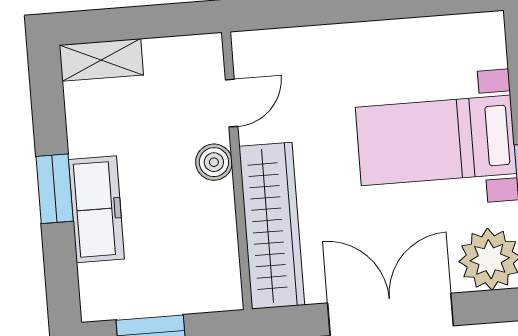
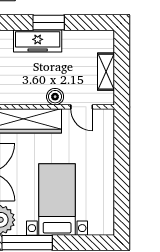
shelving: (101, 60) -> (106, 72), moved

